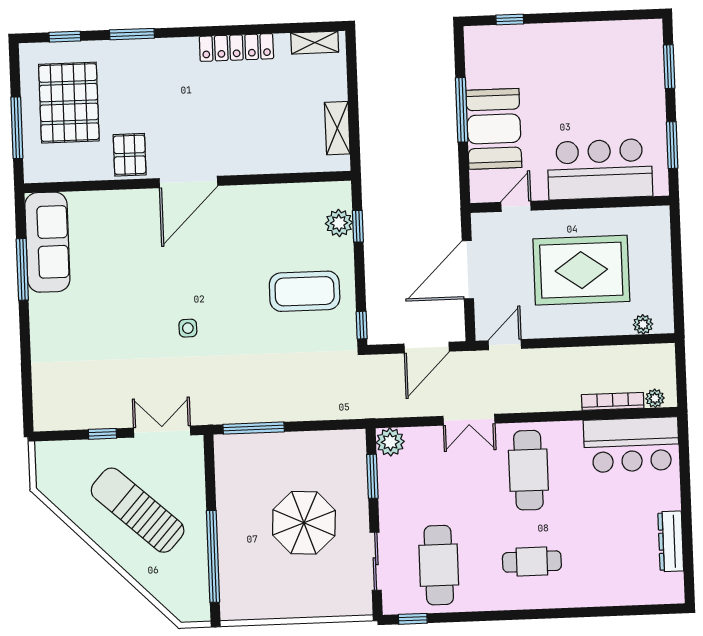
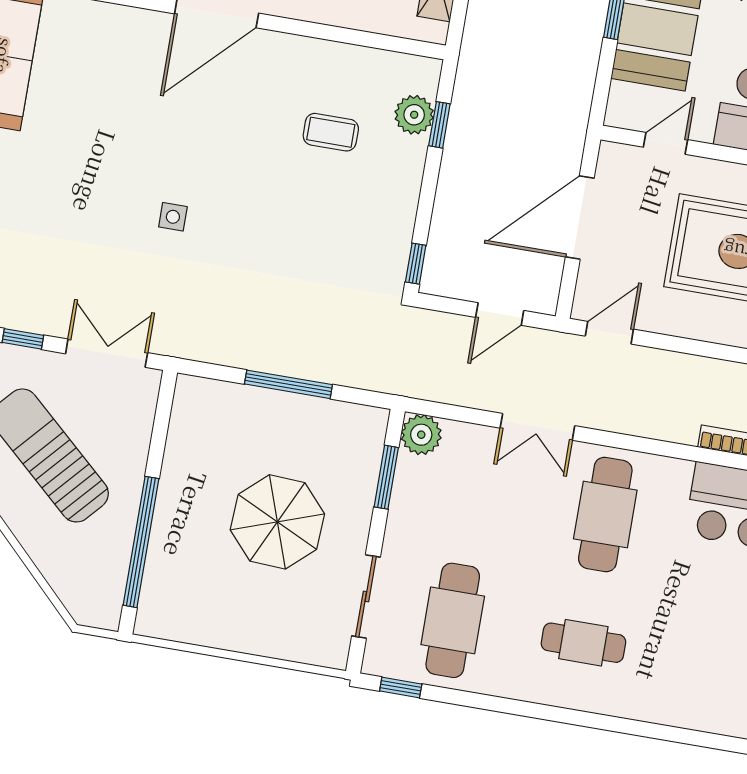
coffee table: (305, 291) -> (331, 132), moved, width x0.54, depth x0.58
door: (427, 348) -> (500, 314), width x0.73
window: (254, 428) -> (288, 384), moved

